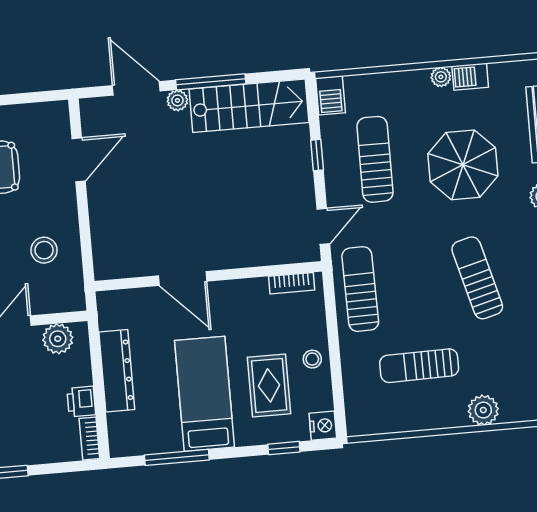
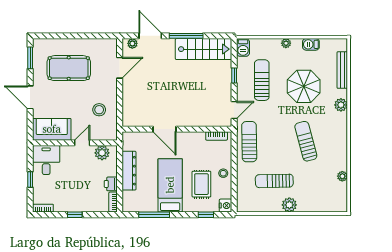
plant: (441, 77) -> (286, 43), moved
plant: (177, 100) -> (132, 43), moved
plant: (483, 410) -> (289, 205), moved

